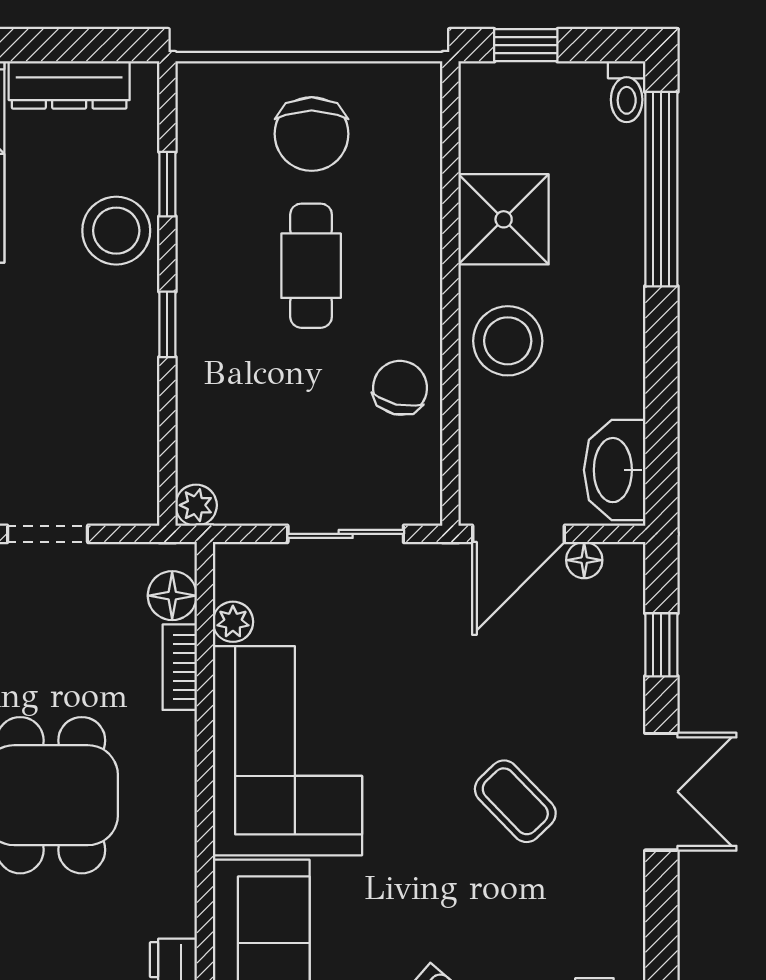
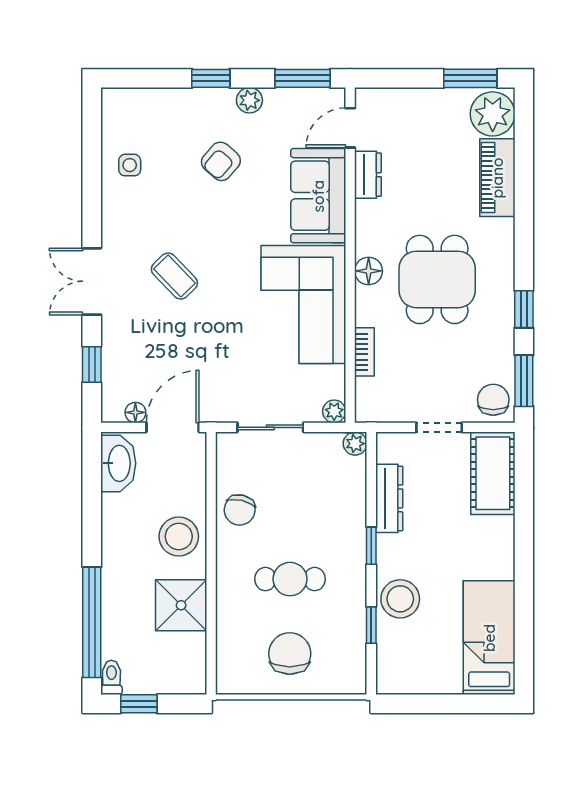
window: (526, 45) -> (139, 704), moved
dresser: (69, 85) -> (389, 498), moved, turned 90
cafe table: (311, 266) -> (290, 579), turned 90
floor lamp: (172, 596) -> (369, 271), moved
plant: (233, 622) -> (334, 411), moved

